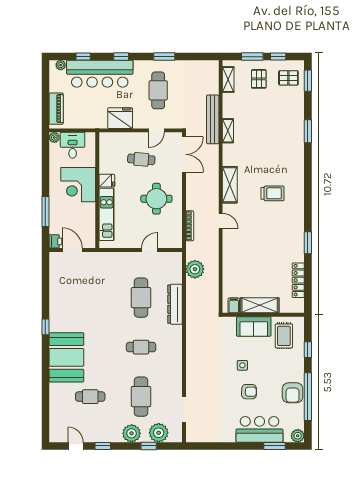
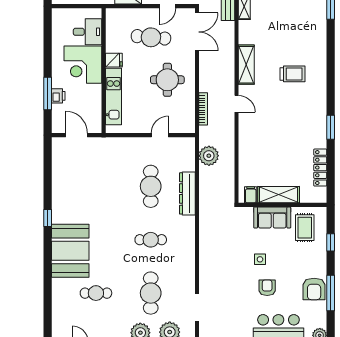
plant: (54, 137) -> (57, 14), removed
desk: (73, 145) -> (88, 32), moved, turned 90
cafe table: (141, 159) -> (151, 37), width x1.37, depth x1.35
printer: (55, 241) -> (58, 96), moved
armchair: (249, 392) -> (267, 288), turned -91
window: (308, 397) -> (331, 293), width x0.68

